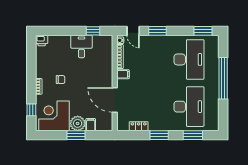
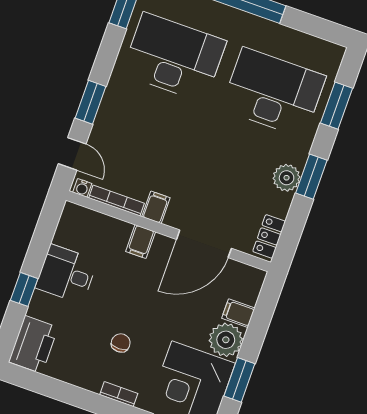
window: (93, 31) -> (24, 289), moved
door: (133, 31) -> (72, 154), hinge flipped
printer: (42, 40) -> (33, 345), width x1.87, depth x1.48
filing cabinet: (106, 73) -> (141, 242), added
plant: (155, 125) -> (287, 178), added
locker: (139, 126) -> (269, 236), moved
window: (76, 135) -> (239, 380), moved

